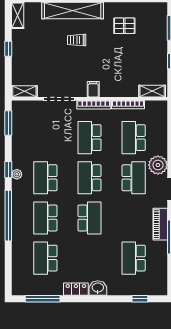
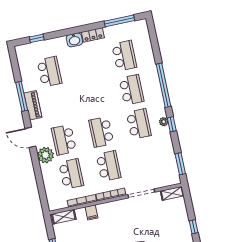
filing cabinet: (93, 89) -> (92, 212), moved
school desk: (90, 178) -> (101, 132), turned 180
school desk: (90, 218) -> (94, 98), removed

